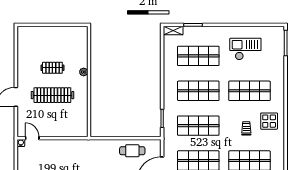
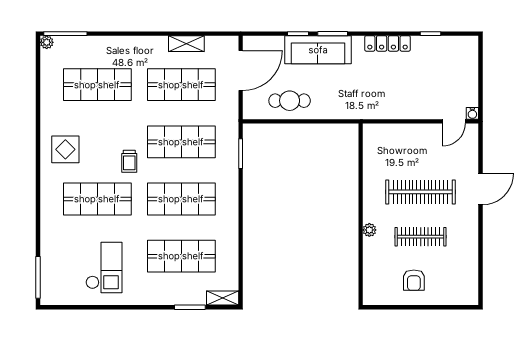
armchair: (57, 41) -> (414, 280), added
checkout: (245, 49) -> (104, 268), turned -90
clothes rail: (52, 68) -> (421, 237), width x1.36
trolley: (246, 128) -> (129, 161), moved
door: (32, 138) -> (454, 121), hinge flipped

